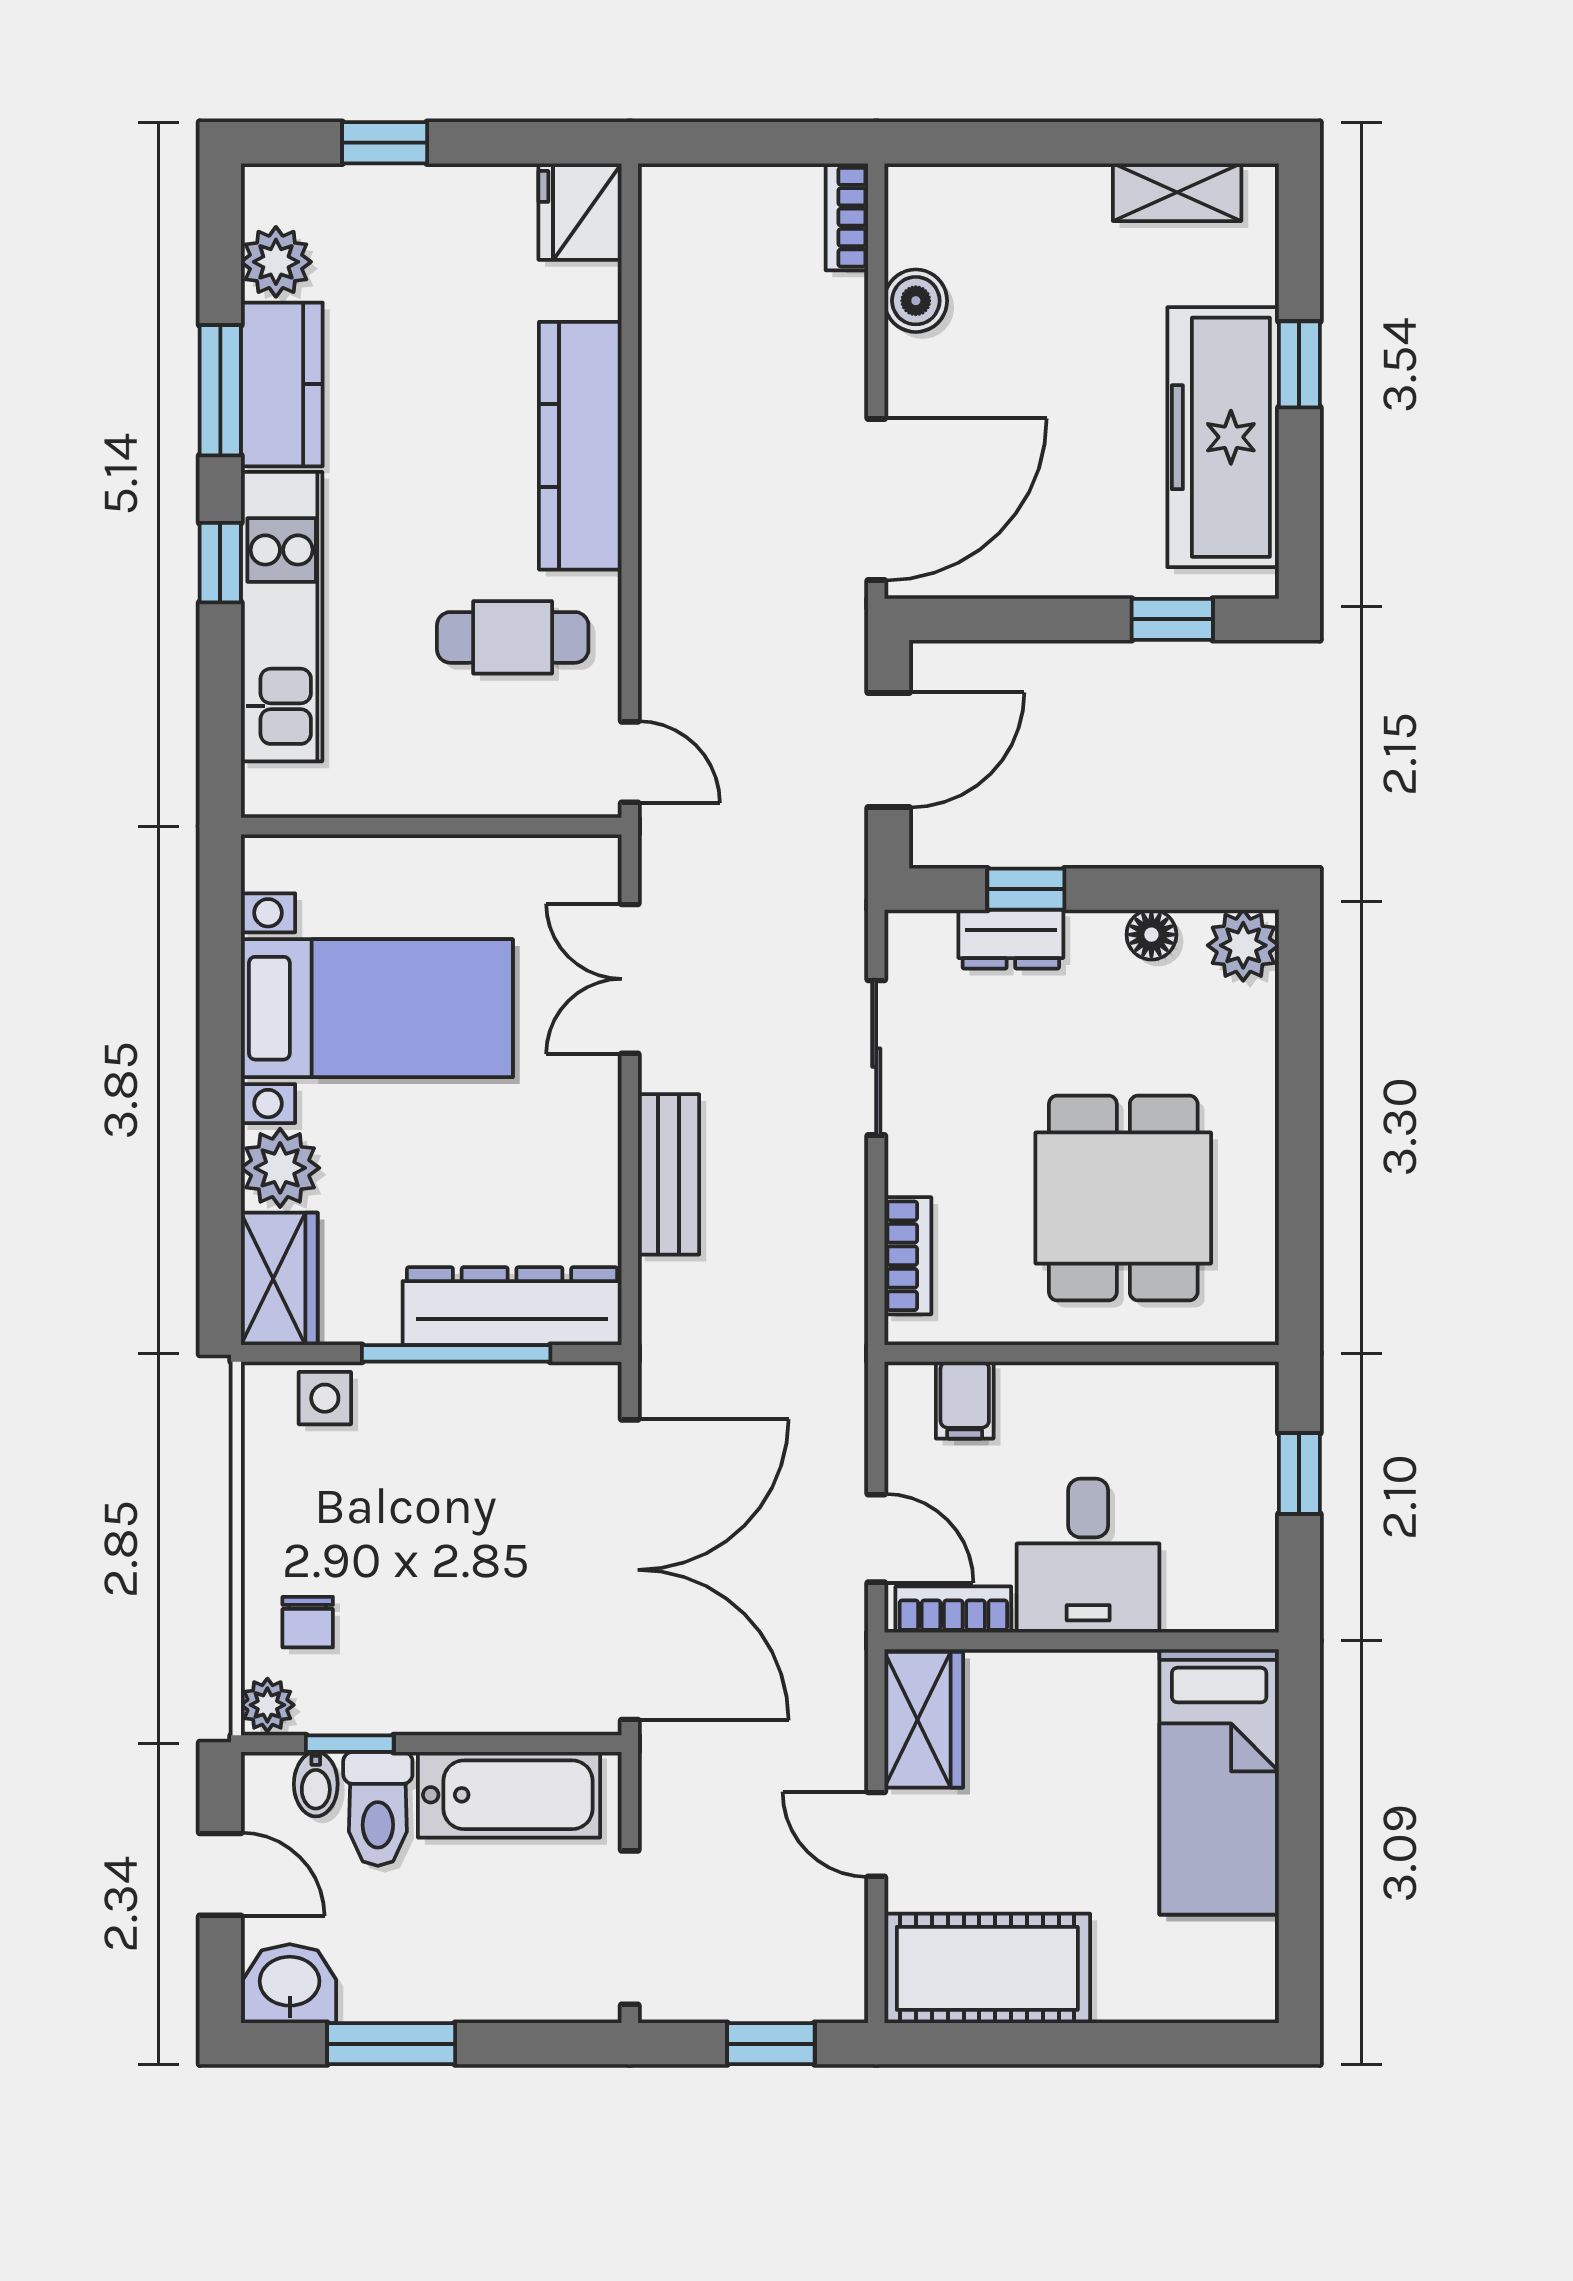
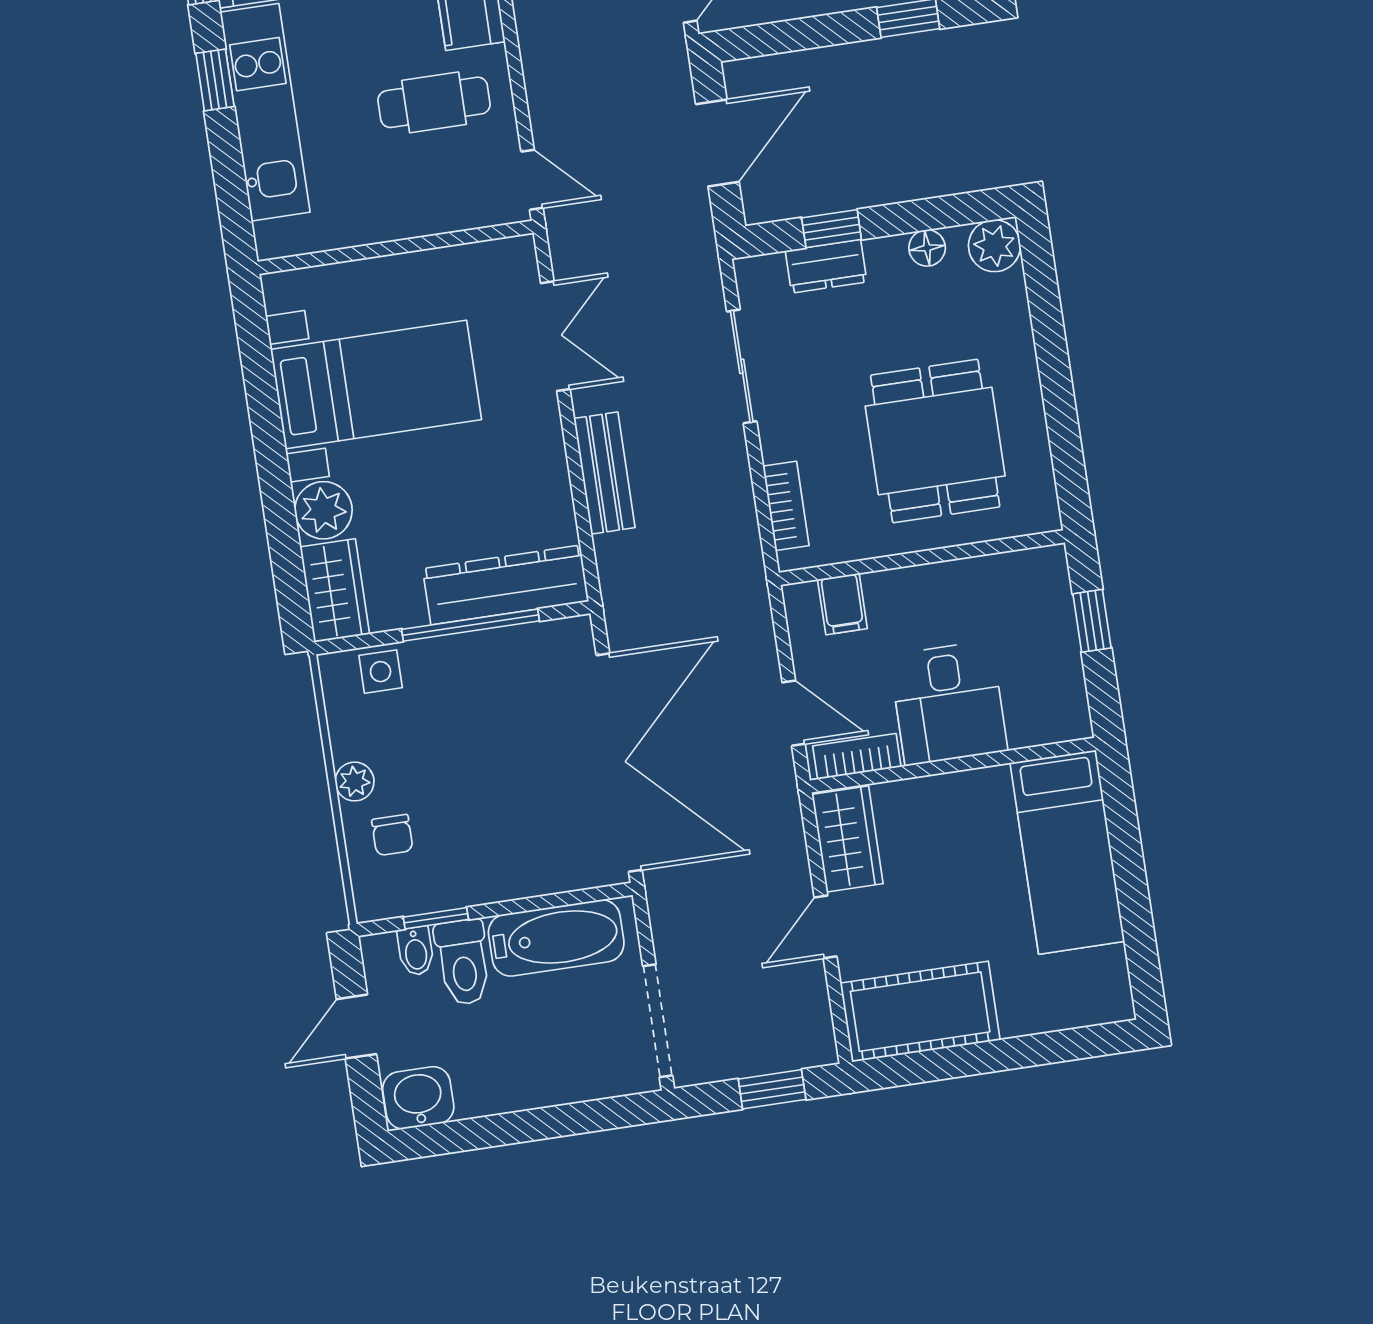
double door: (630, 979) -> (555, 336), swing flipped
plant: (267, 1705) -> (355, 782), moved
door: (876, 1834) -> (826, 927), hinge flipped
door: (220, 1874) -> (356, 1027), swing flipped
window: (391, 2044) -> (498, 1130), removed

